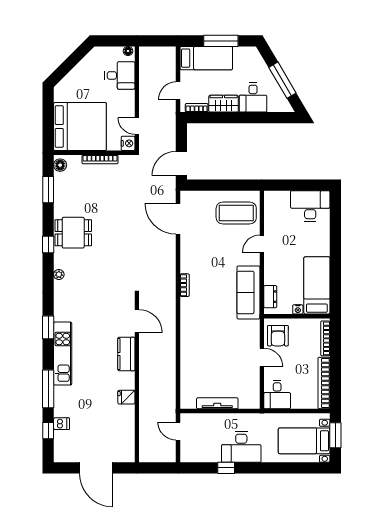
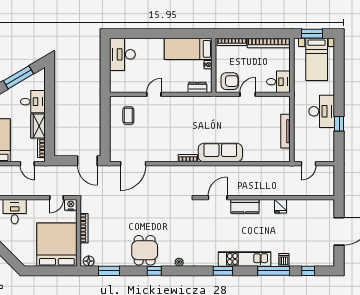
coffee table: (236, 213) -> (128, 116), width x0.54, depth x0.58
door: (262, 244) -> (154, 94), swing flipped
sofa: (248, 292) -> (220, 153), moved, turned 180
dishwasher: (62, 424) -> (284, 260), moved

